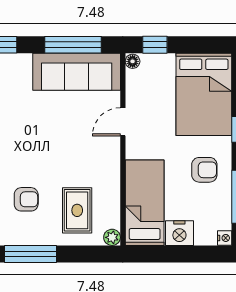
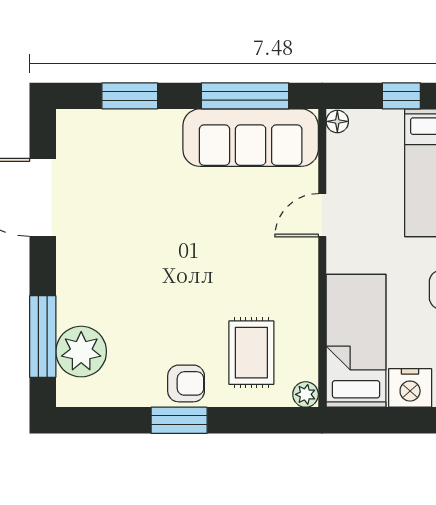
window: (155, 45) -> (401, 96), moved
armchair: (26, 199) -> (186, 383), moved
window: (31, 254) -> (179, 420), width x0.69

